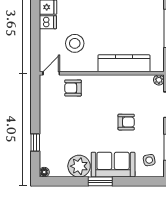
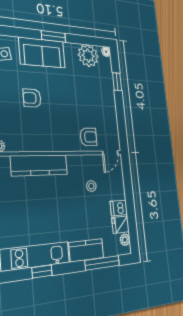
stool: (75, 43) -> (91, 186), width x0.53, depth x0.53
plant: (79, 166) -> (88, 56), moved

